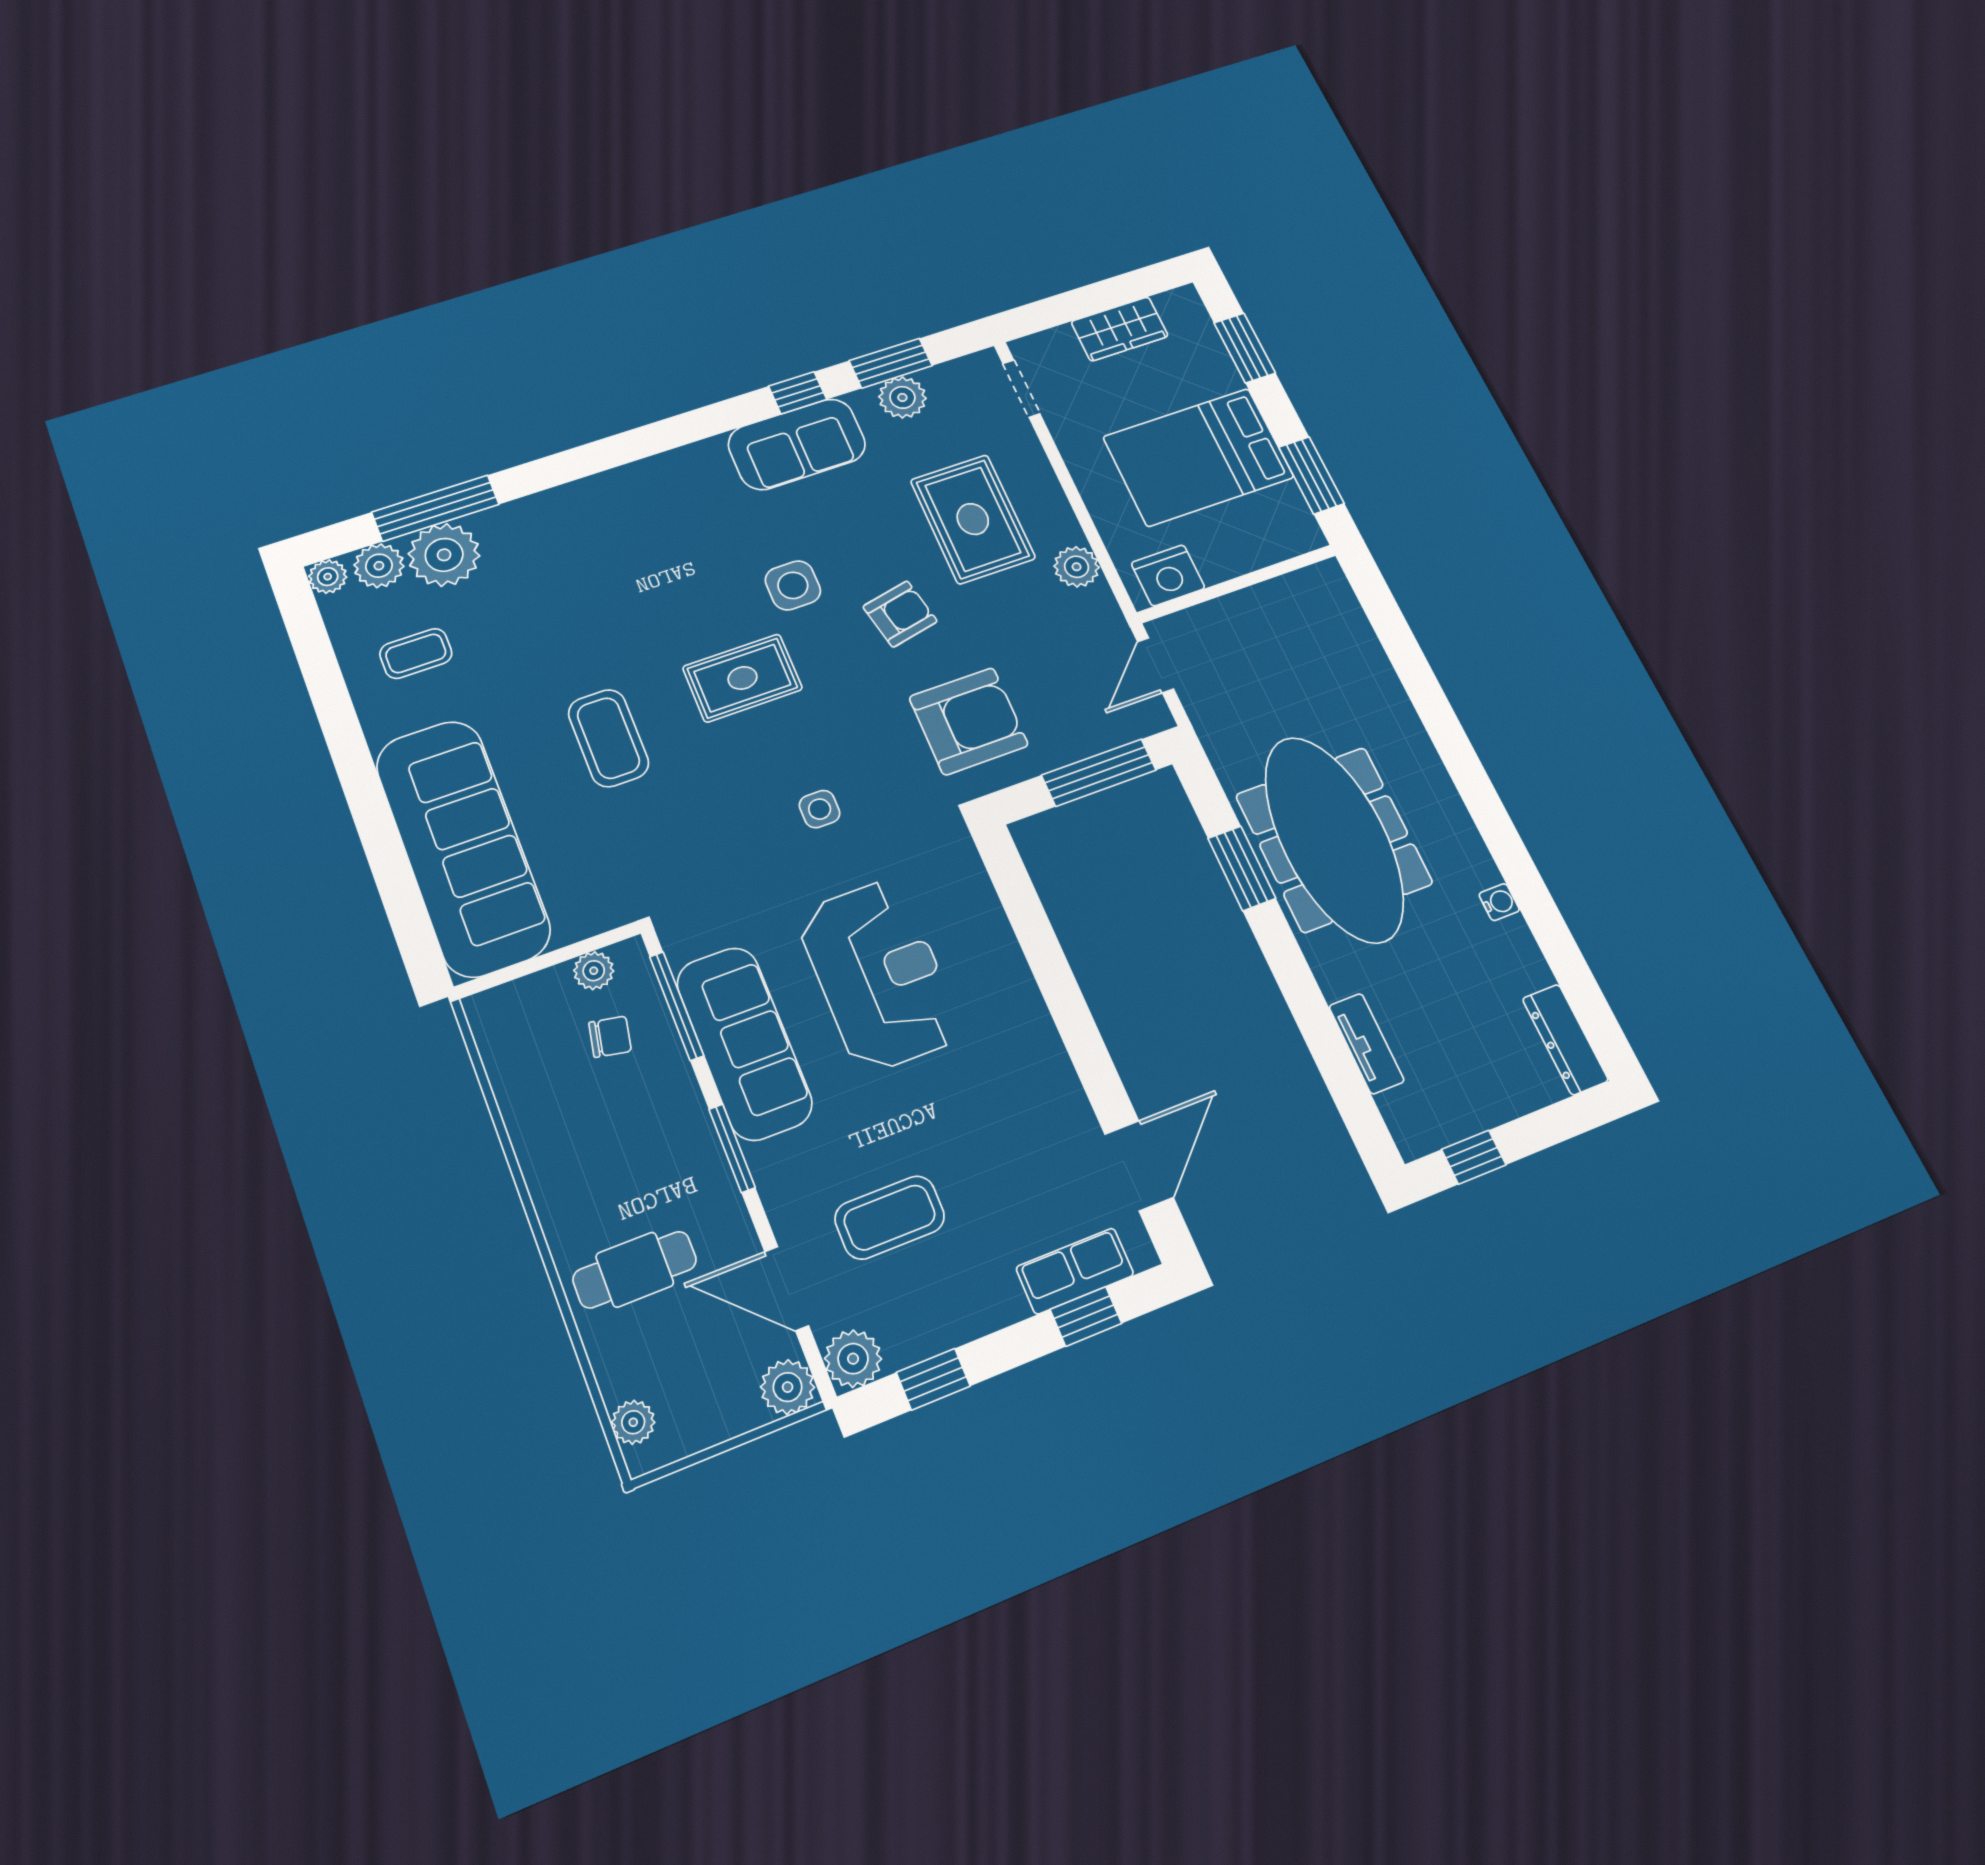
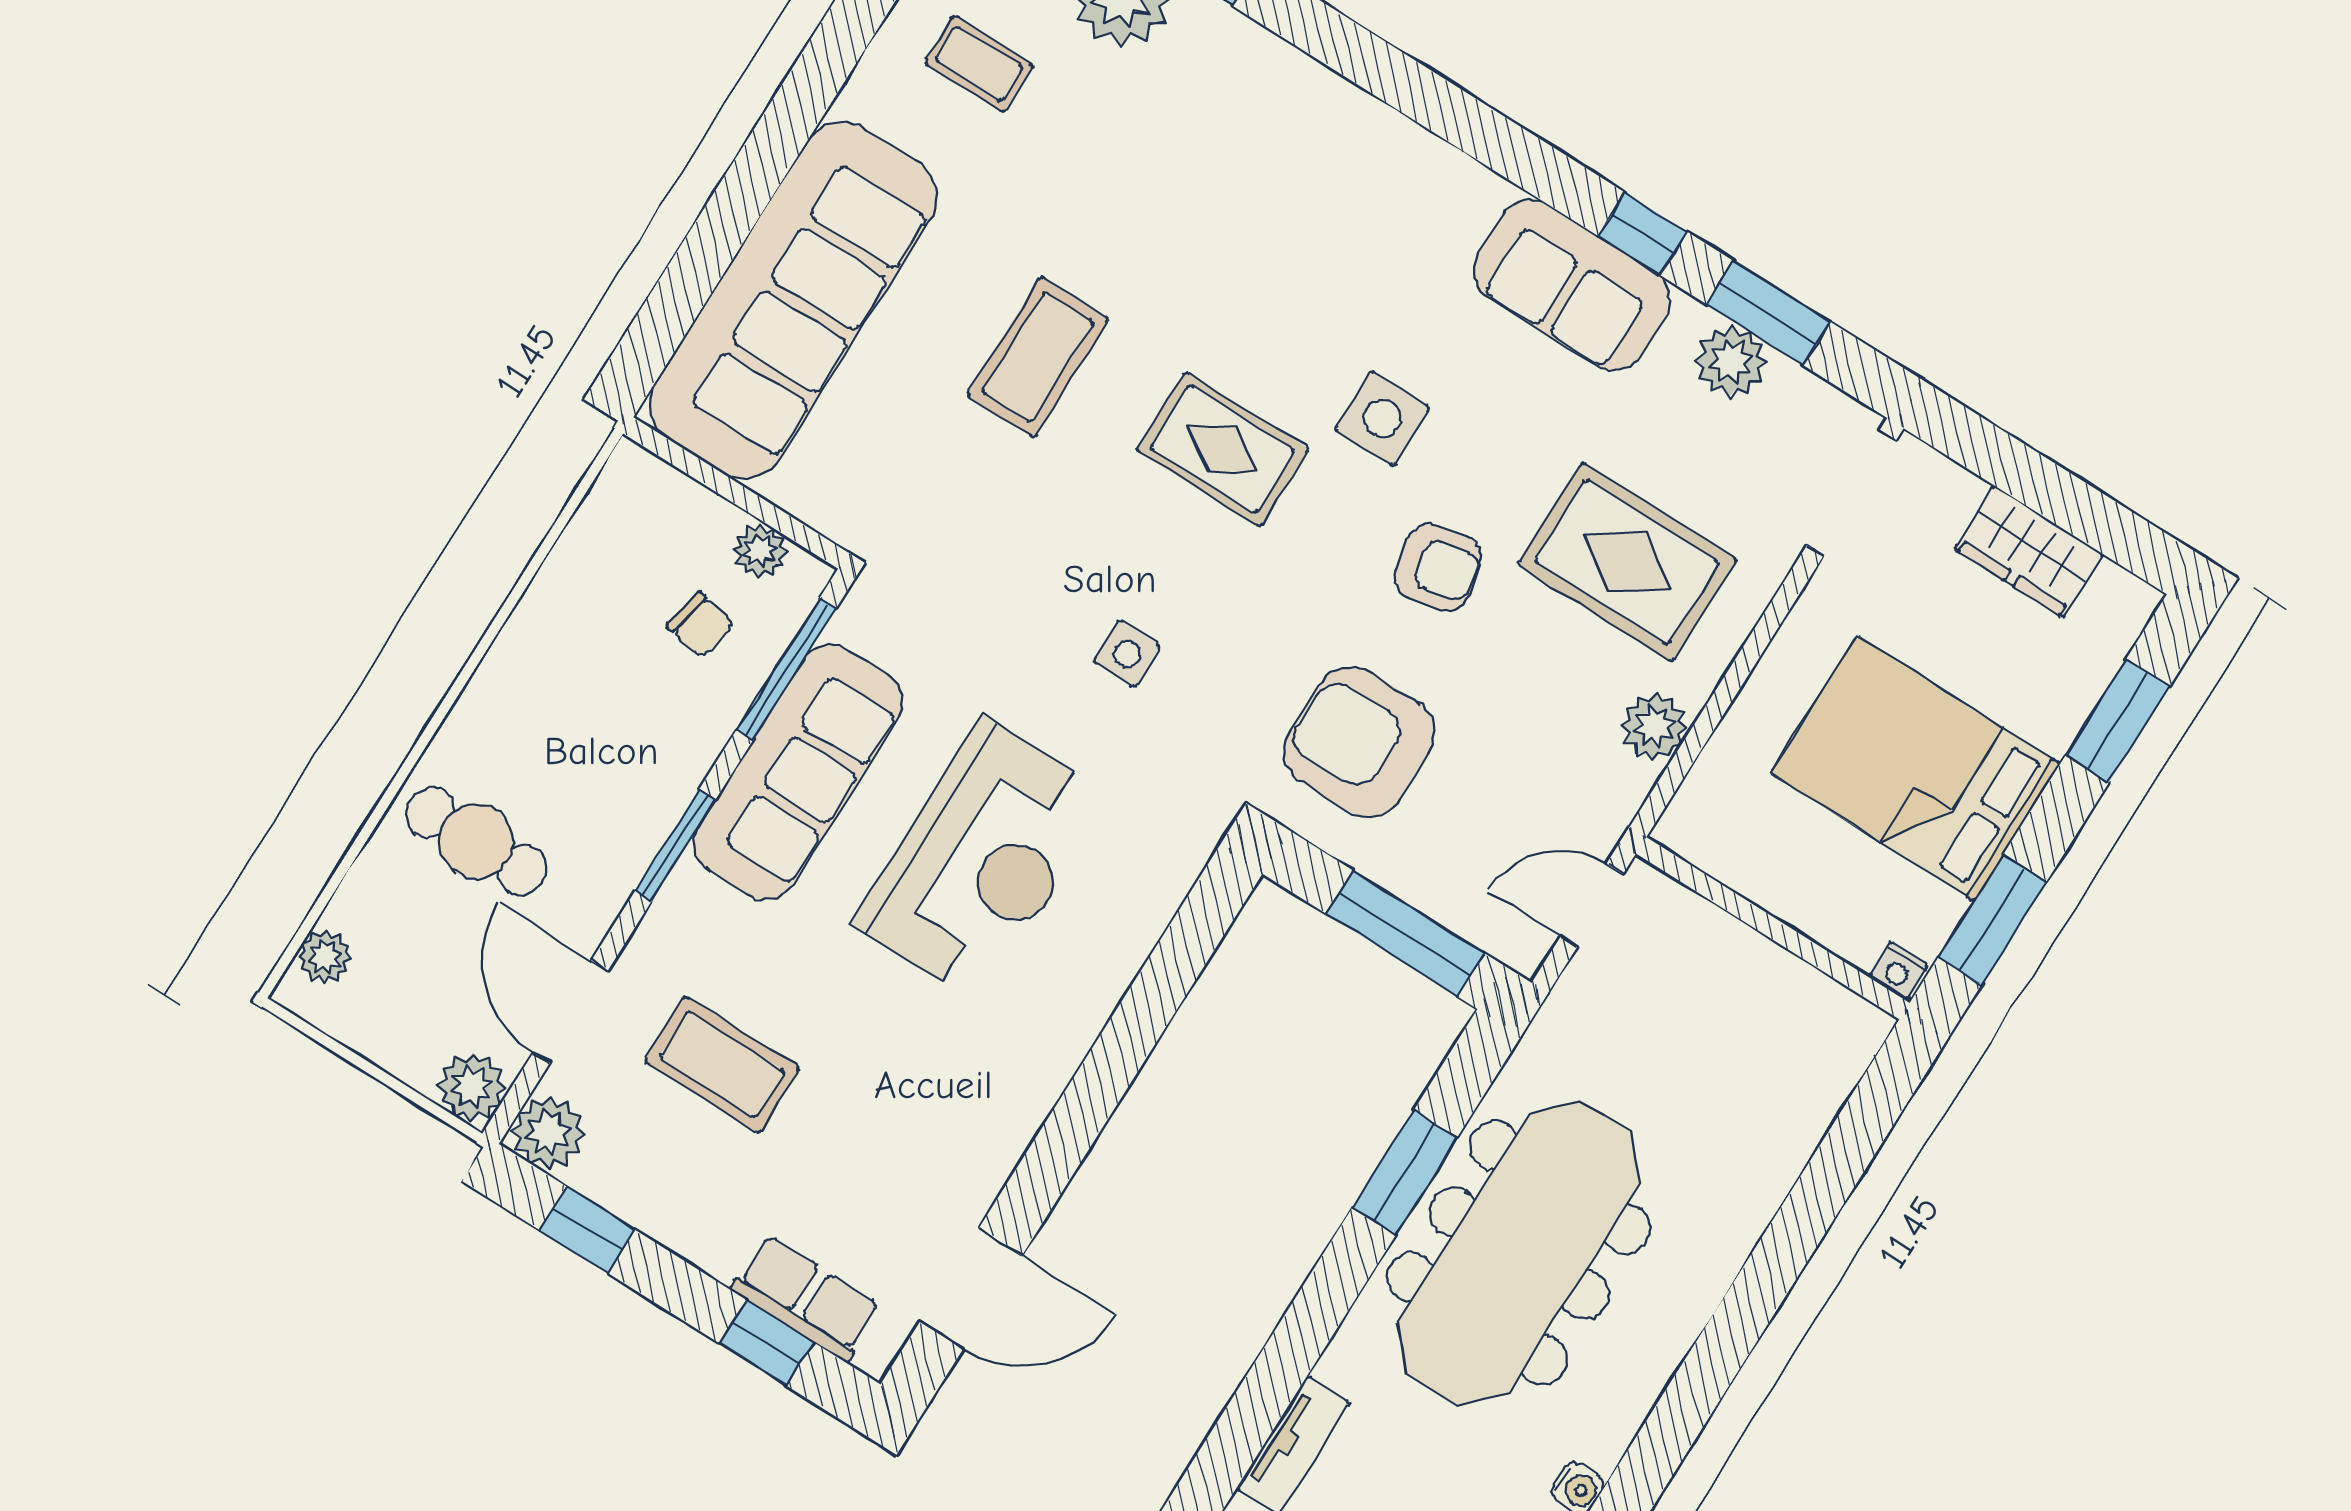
doorway: (1021, 389) -> (1852, 493), width x1.38
rug: (973, 519) -> (1627, 562), turned 90
nightstand: (1168, 575) -> (1899, 971), moved, width x0.53, depth x0.56
armchair: (969, 721) -> (1359, 742), turned 180

